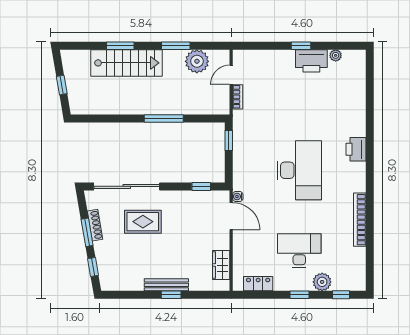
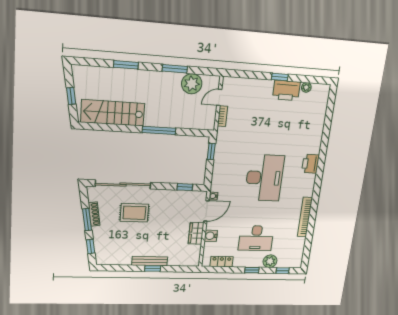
stairs: (127, 63) -> (113, 113), moved, turned 180
door: (231, 216) -> (206, 211), hinge flipped
water cooler: (240, 249) -> (211, 236), added
desk: (299, 251) -> (256, 238), turned 180
wardrobe: (221, 265) -> (196, 233), moved

